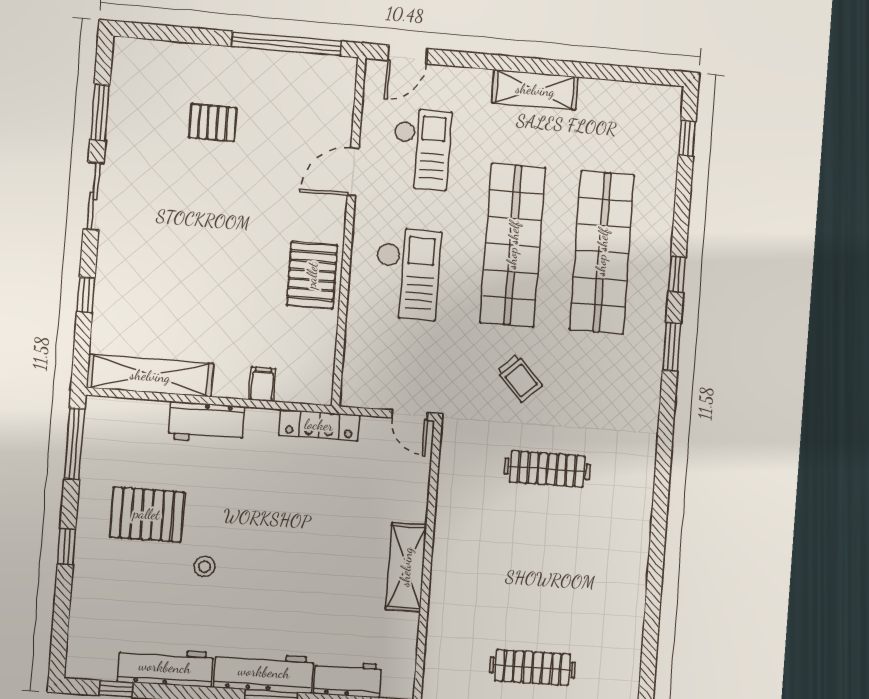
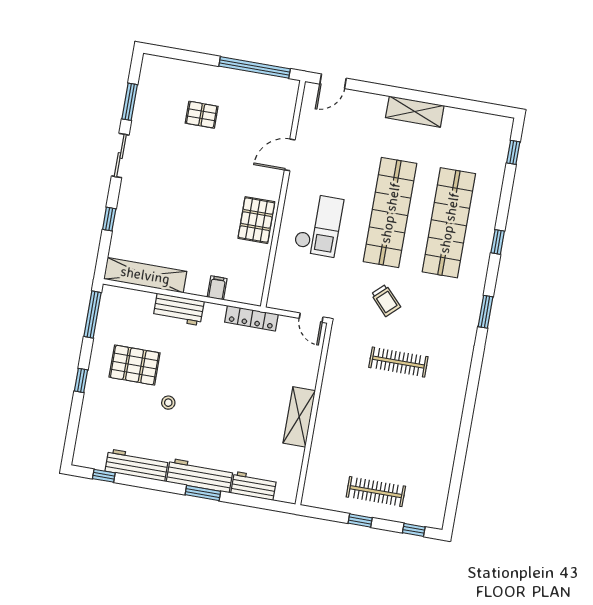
checkout: (421, 149) -> (336, 144), removed
window: (672, 347) -> (485, 312), moved

